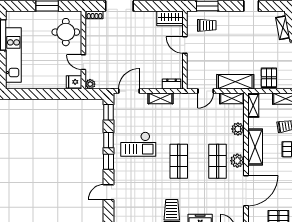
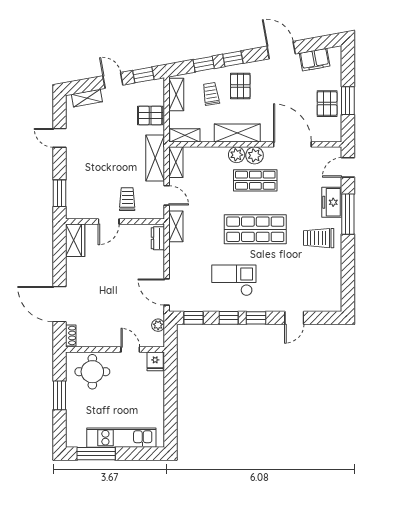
trolley: (207, 25) -> (127, 199), moved
door: (83, 62) -> (130, 350), swing flipped
plant: (90, 84) -> (158, 325), moved
shelving: (160, 98) -> (176, 226), moved
plant: (238, 129) -> (237, 155), moved
checkout: (138, 144) -> (234, 280), turned -90
shop shelf: (179, 161) -> (255, 229), width x1.43, depth x1.36
door: (108, 192) -> (294, 318), hinge flipped

